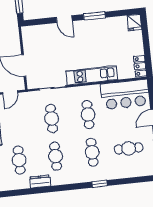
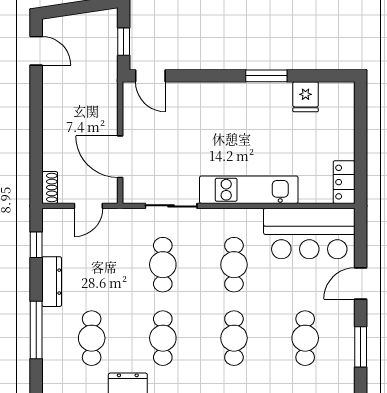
door: (64, 19) -> (150, 76), moved
fridge: (134, 22) -> (306, 97), moved
cafe table: (129, 148) -> (305, 338), turned 90

